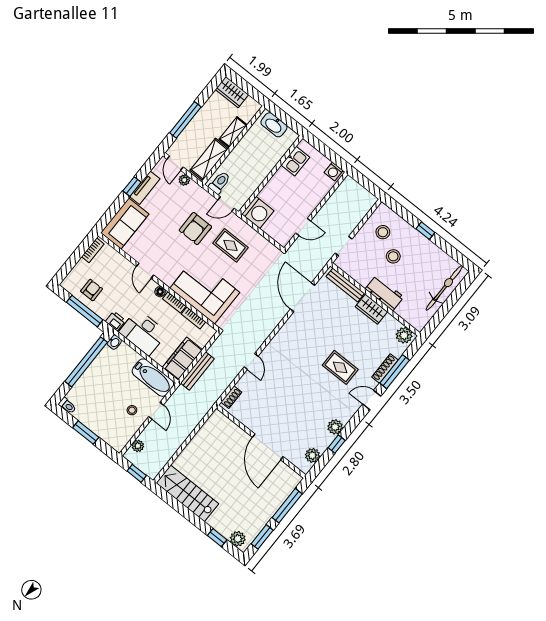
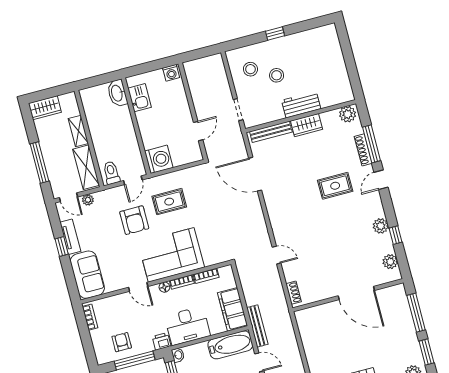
washbasin: (274, 125) -> (117, 93), moved, turned 90
bicycle: (444, 288) -> (333, 53), removed
corner sofa: (205, 290) -> (171, 255), moved
bench: (197, 371) -> (257, 326), moved

